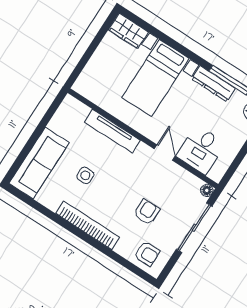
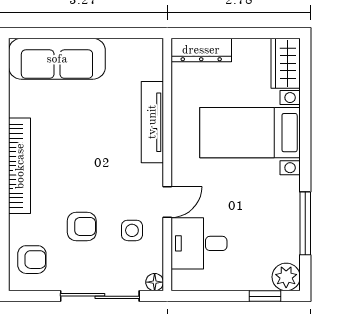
dresser: (213, 84) -> (201, 50), moved, turned -90
side table: (85, 175) -> (132, 230), moved
armchair: (147, 254) -> (32, 260), turned -90

